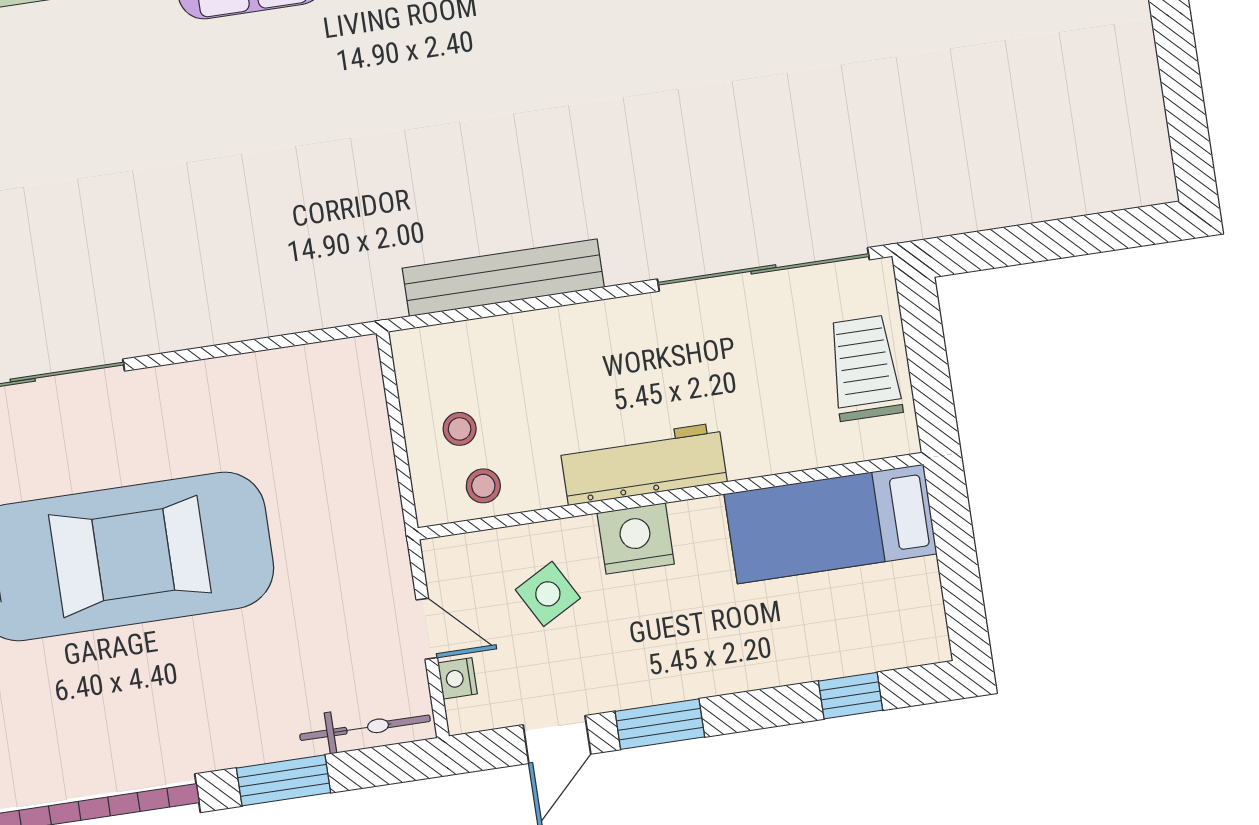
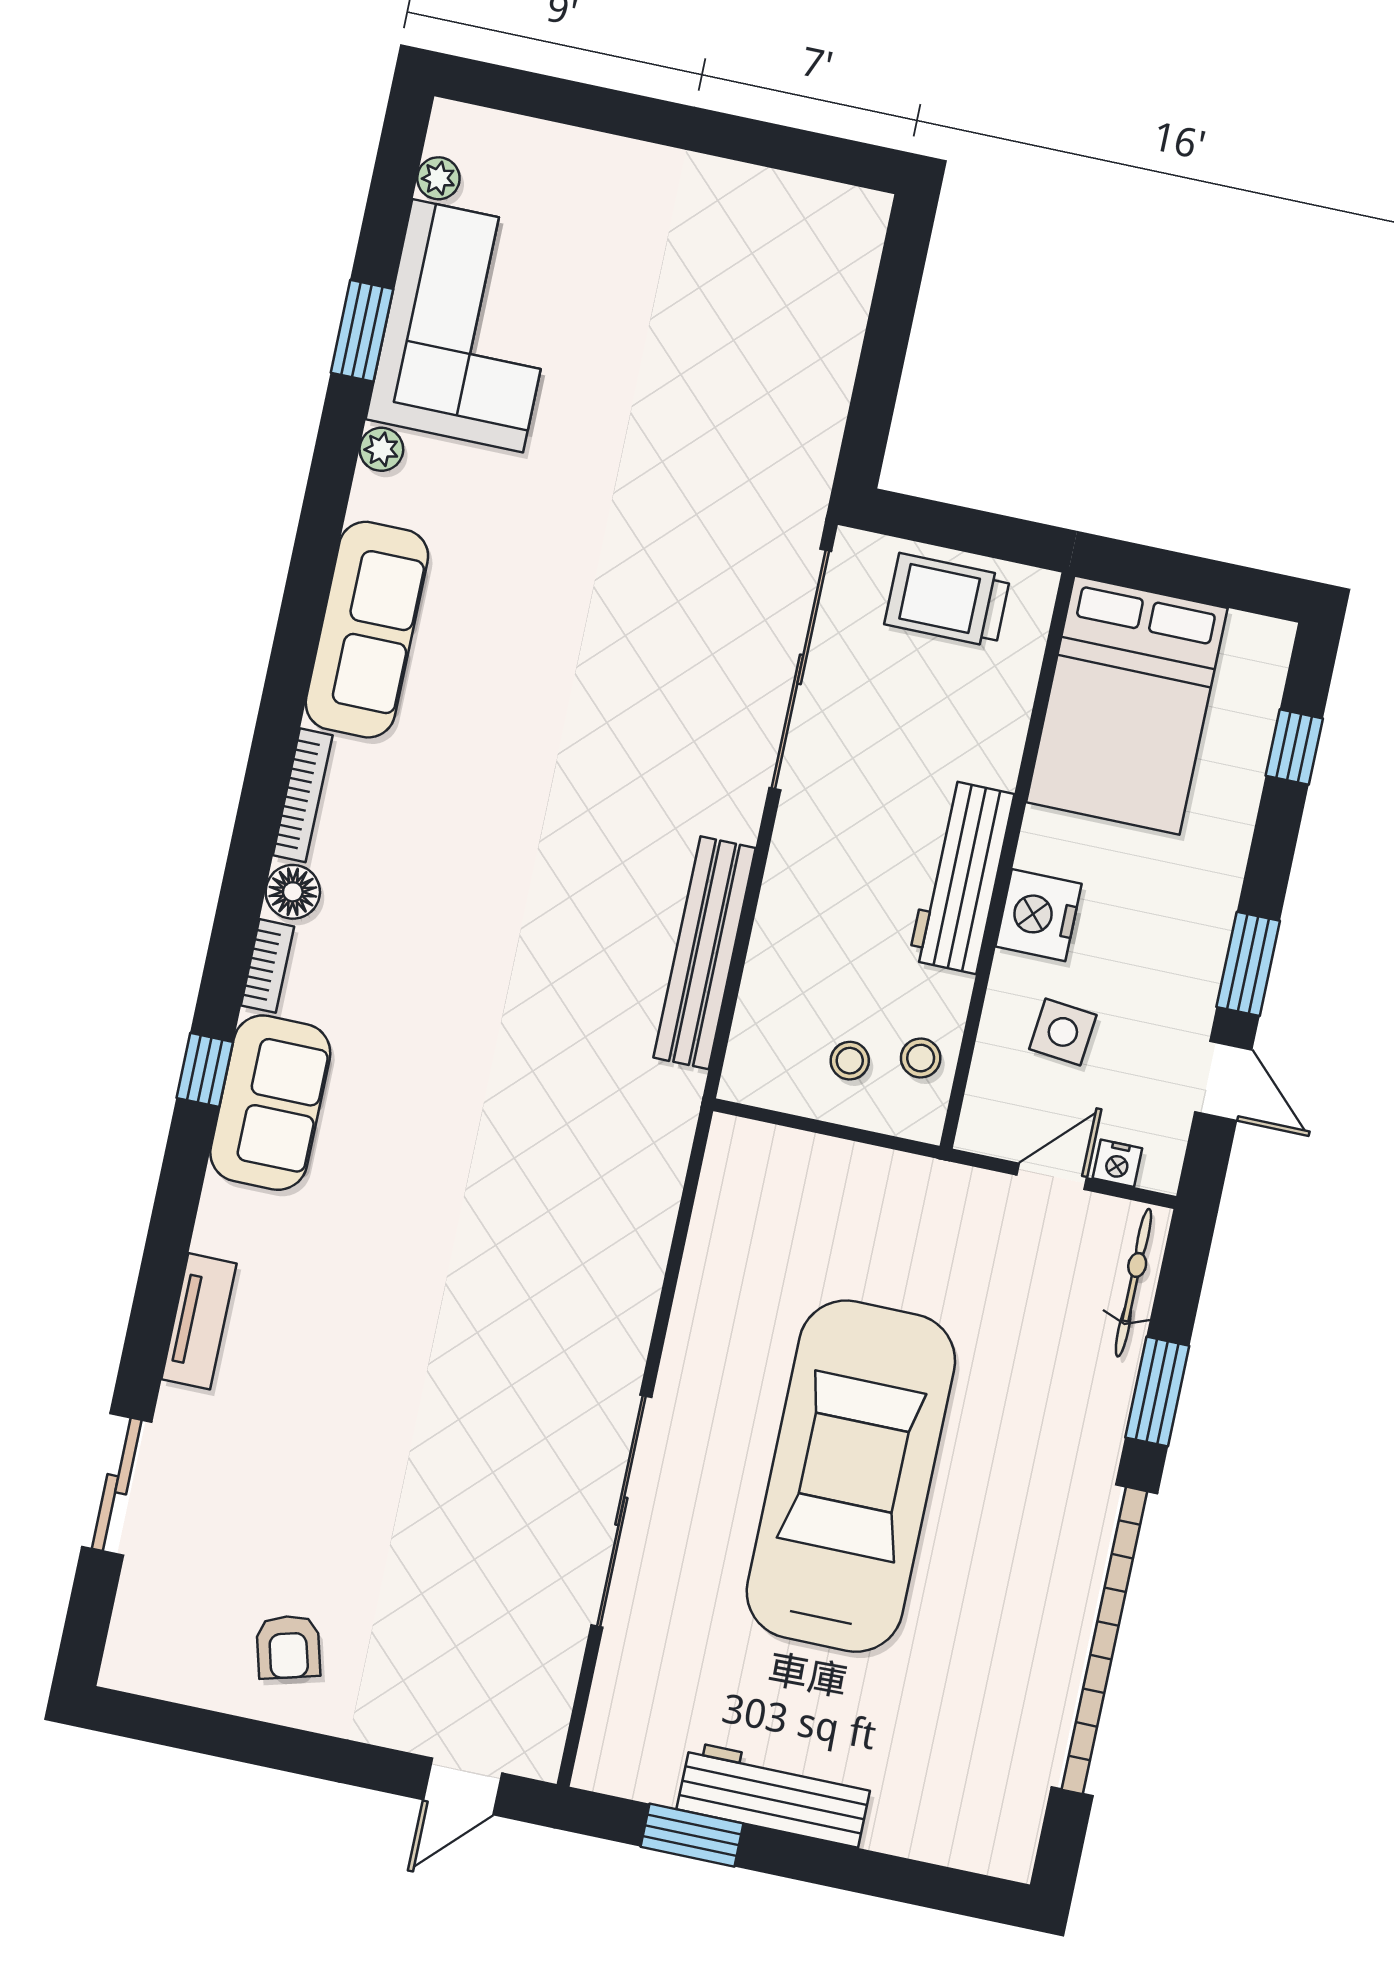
bed: (830, 524) -> (1127, 705), width x1.50
side table: (548, 594) -> (1063, 1032), turned 35

